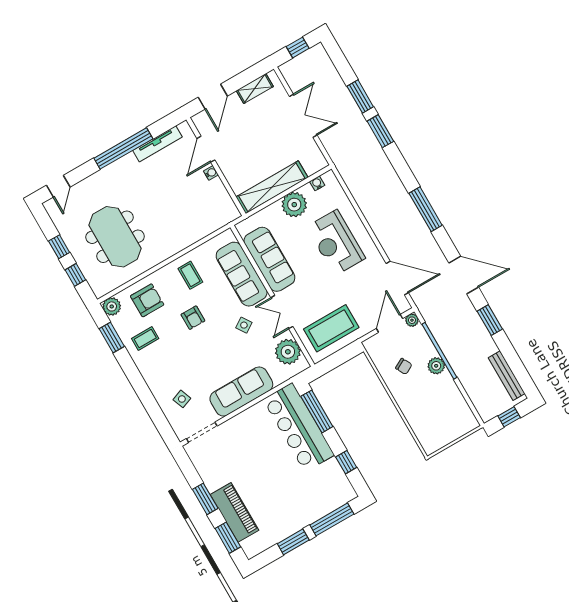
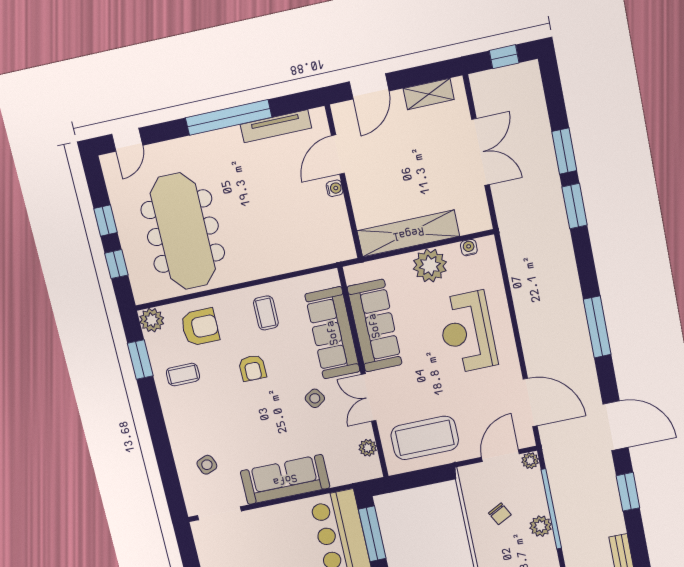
meeting table: (115, 237) -> (183, 231), width x1.36
plant: (288, 352) -> (368, 448), width x0.53, depth x0.53

